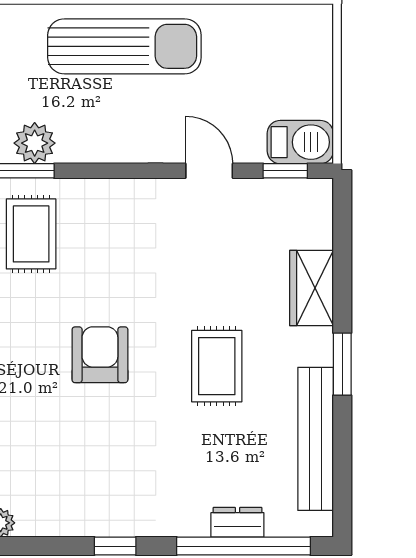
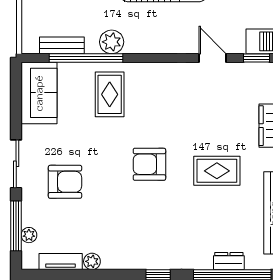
armchair: (100, 355) -> (149, 164), turned -90
rug: (217, 366) -> (217, 171), turned 90

